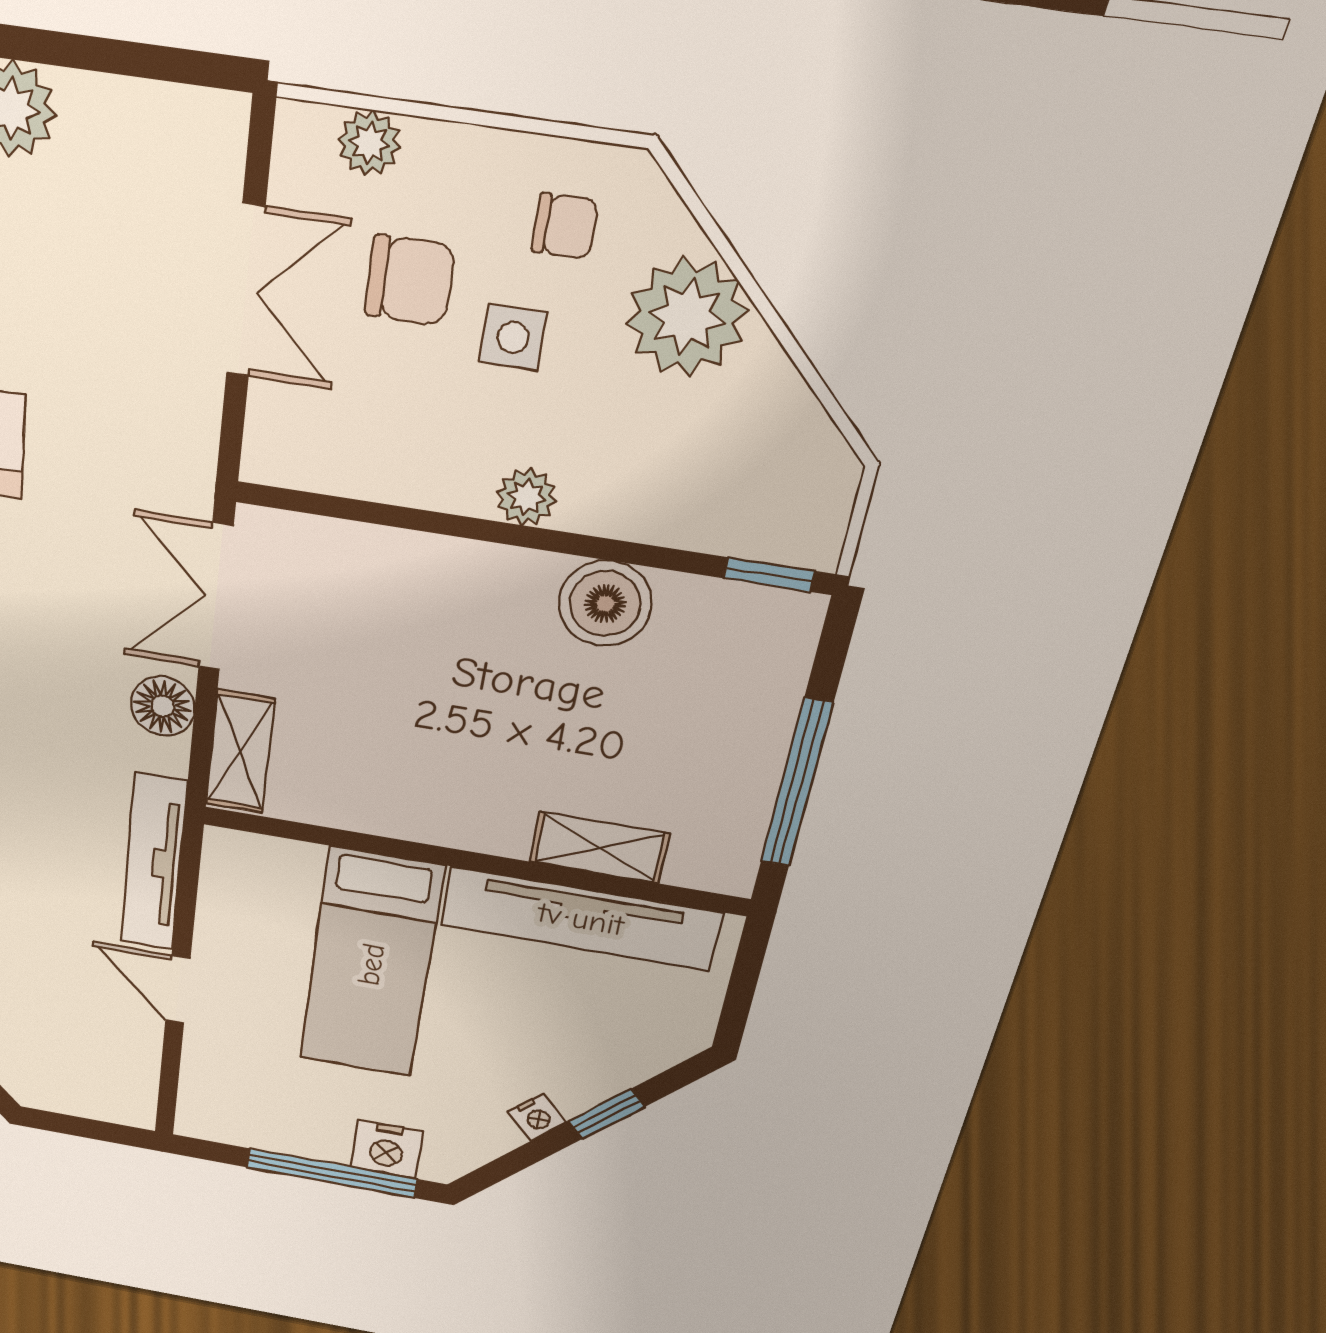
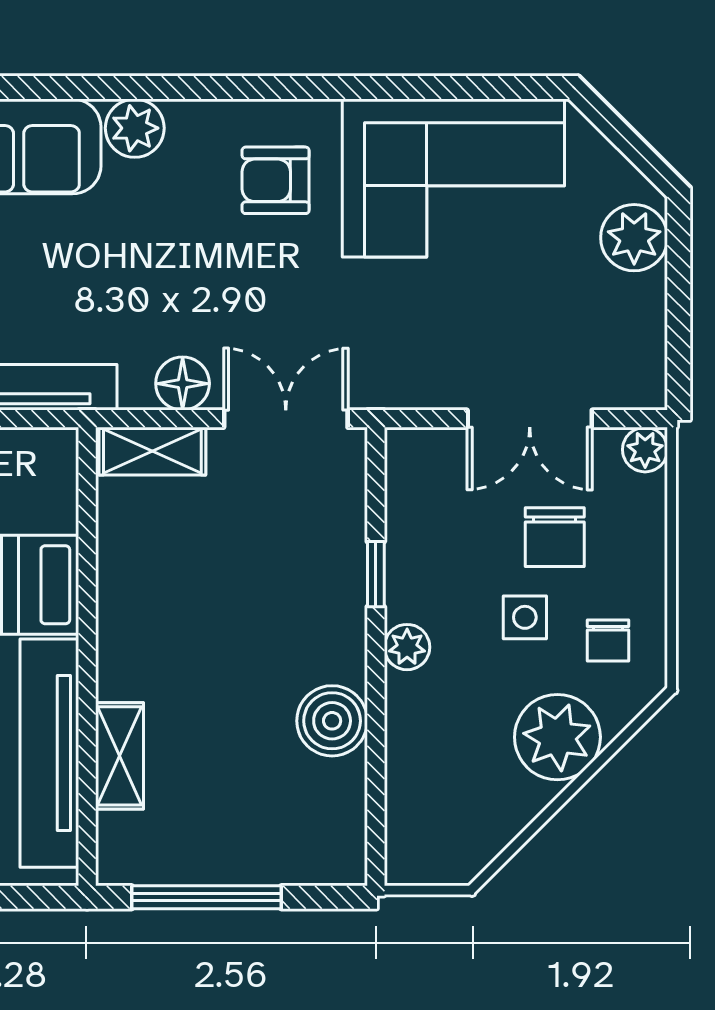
plant: (369, 143) -> (645, 450), moved
window: (769, 575) -> (376, 574), moved

